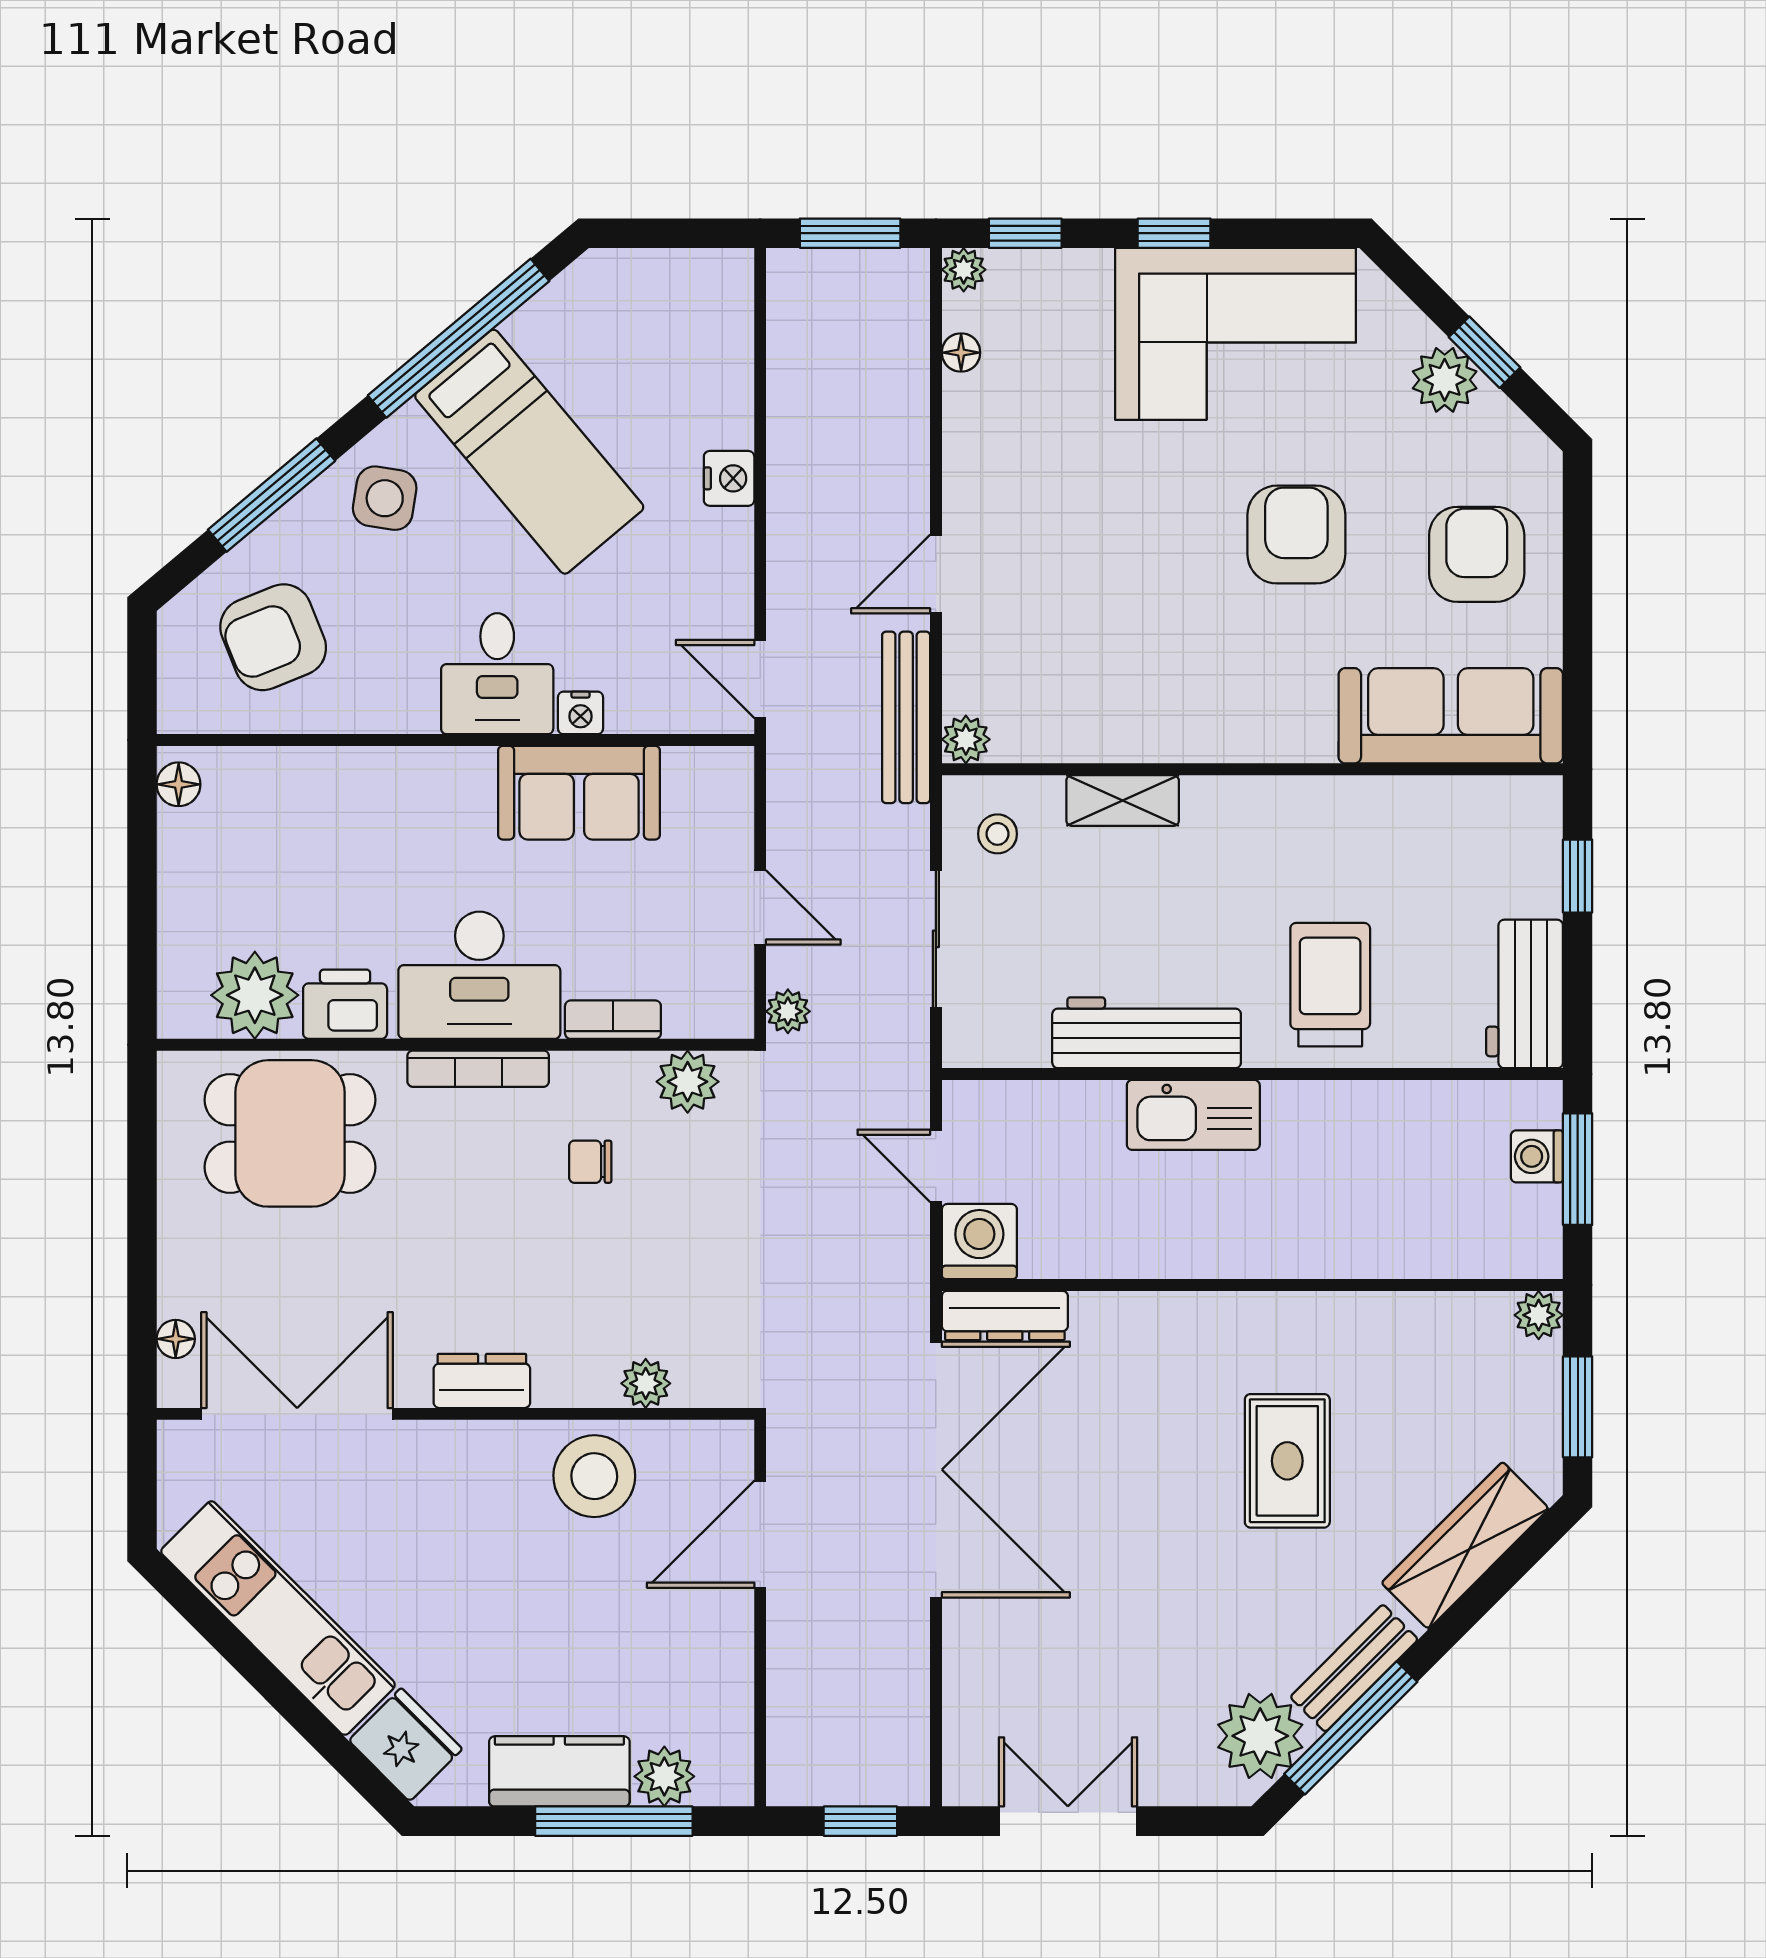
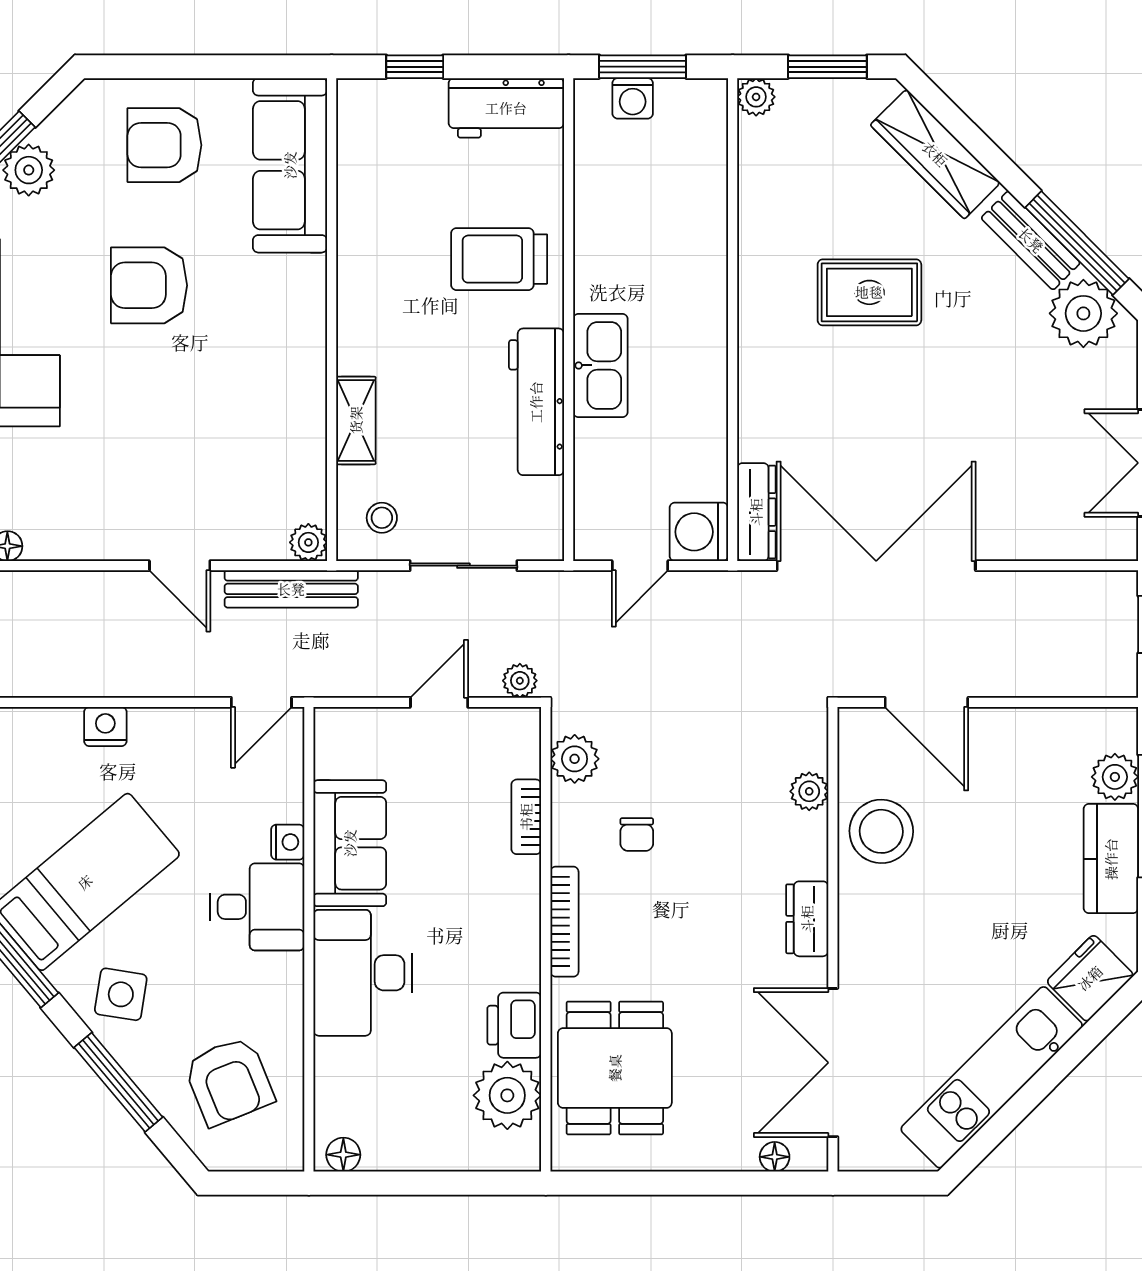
desk: (479, 975) -> (363, 973), moved, turned 180

